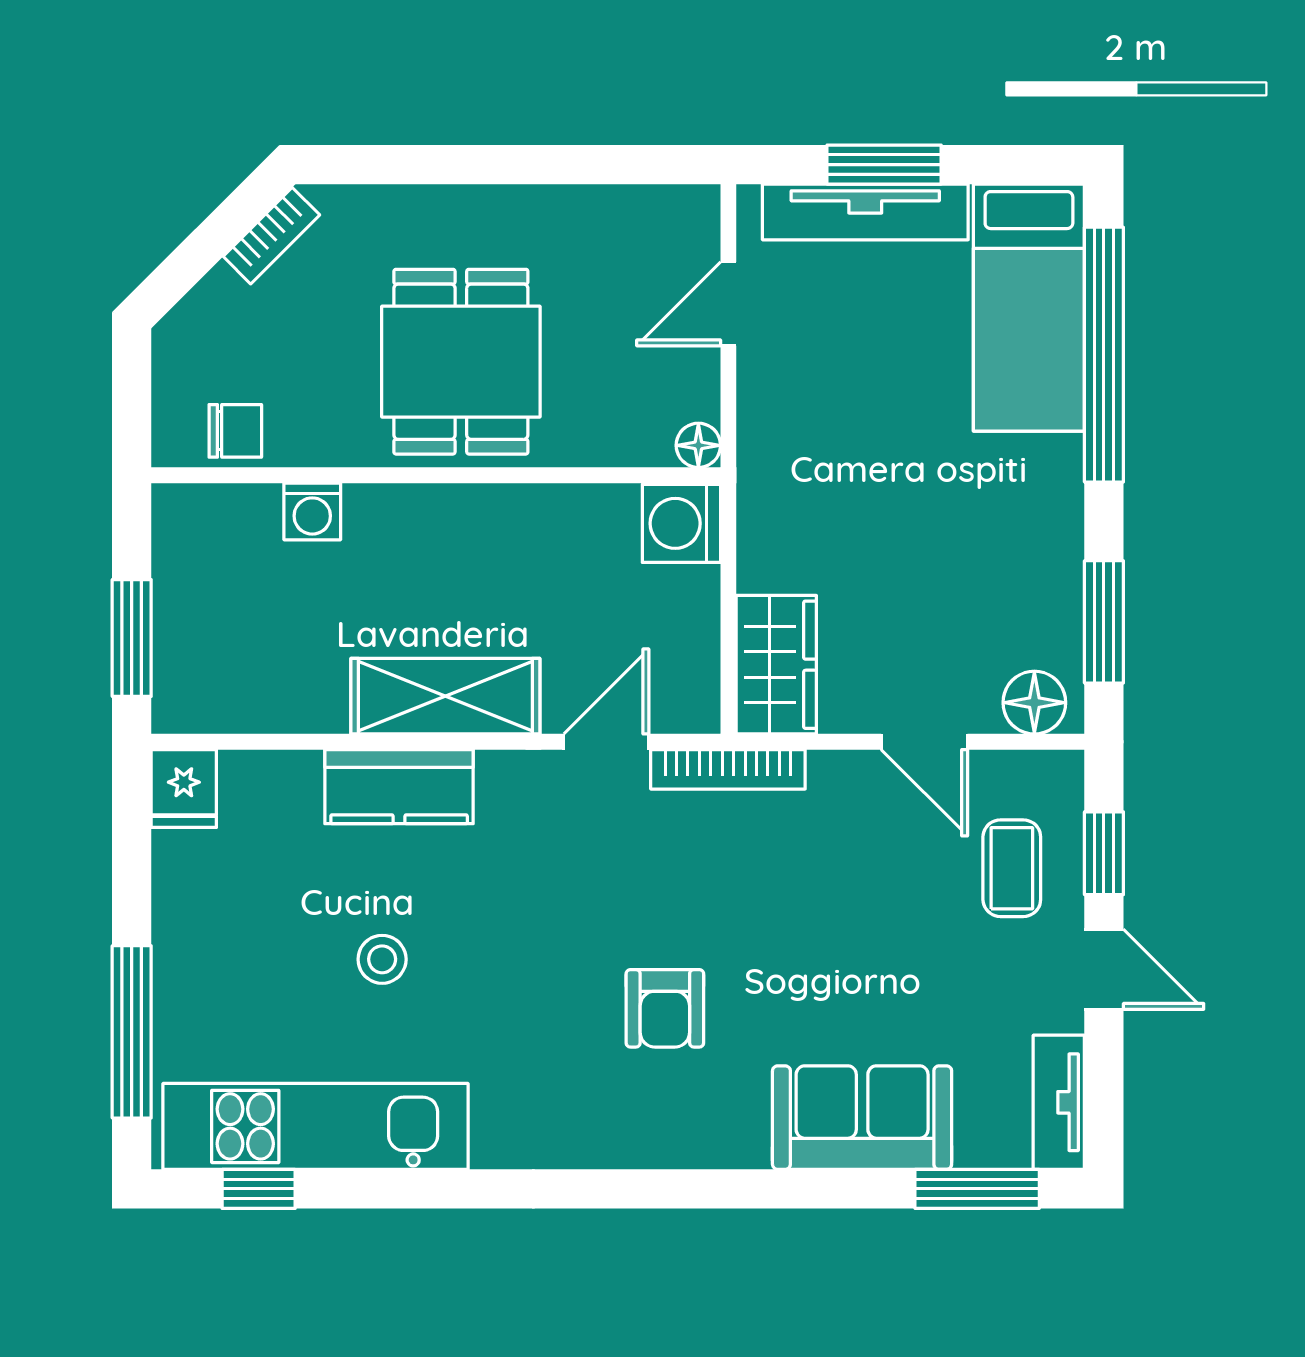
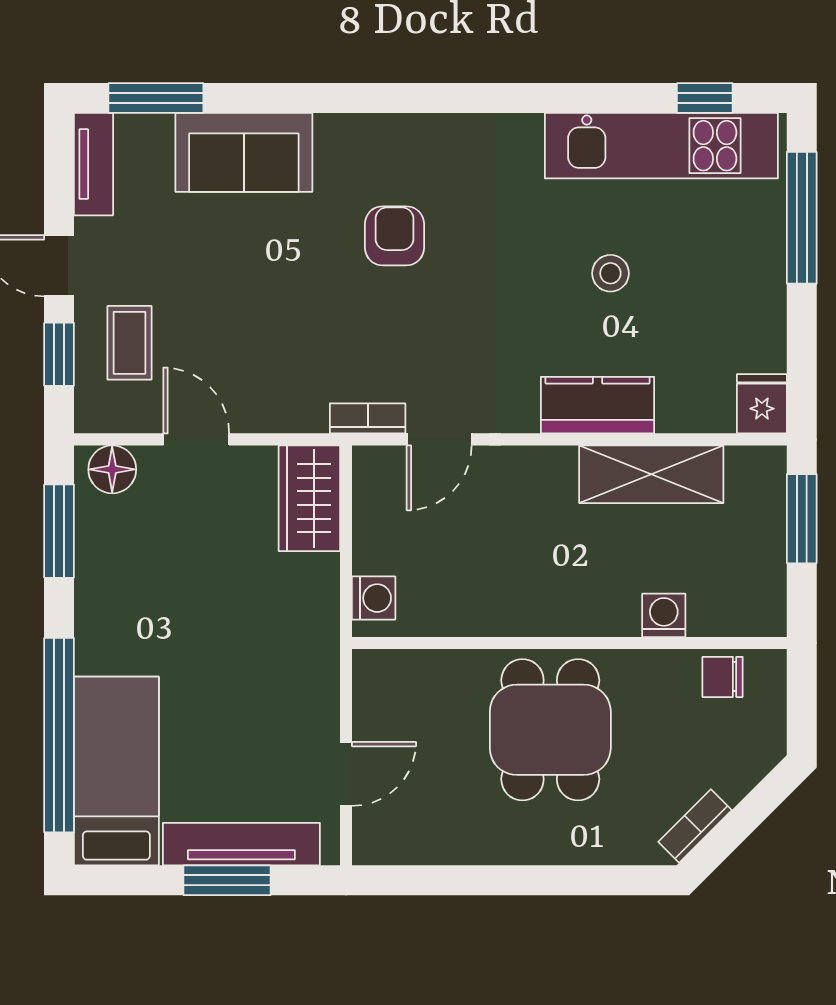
floor lamp: (698, 445) -> (369, 666), removed
washing machine: (681, 523) -> (374, 598), width x0.73, depth x0.73
shelving: (445, 696) -> (651, 474), moved
bookcase: (728, 769) -> (368, 418), width x0.64

